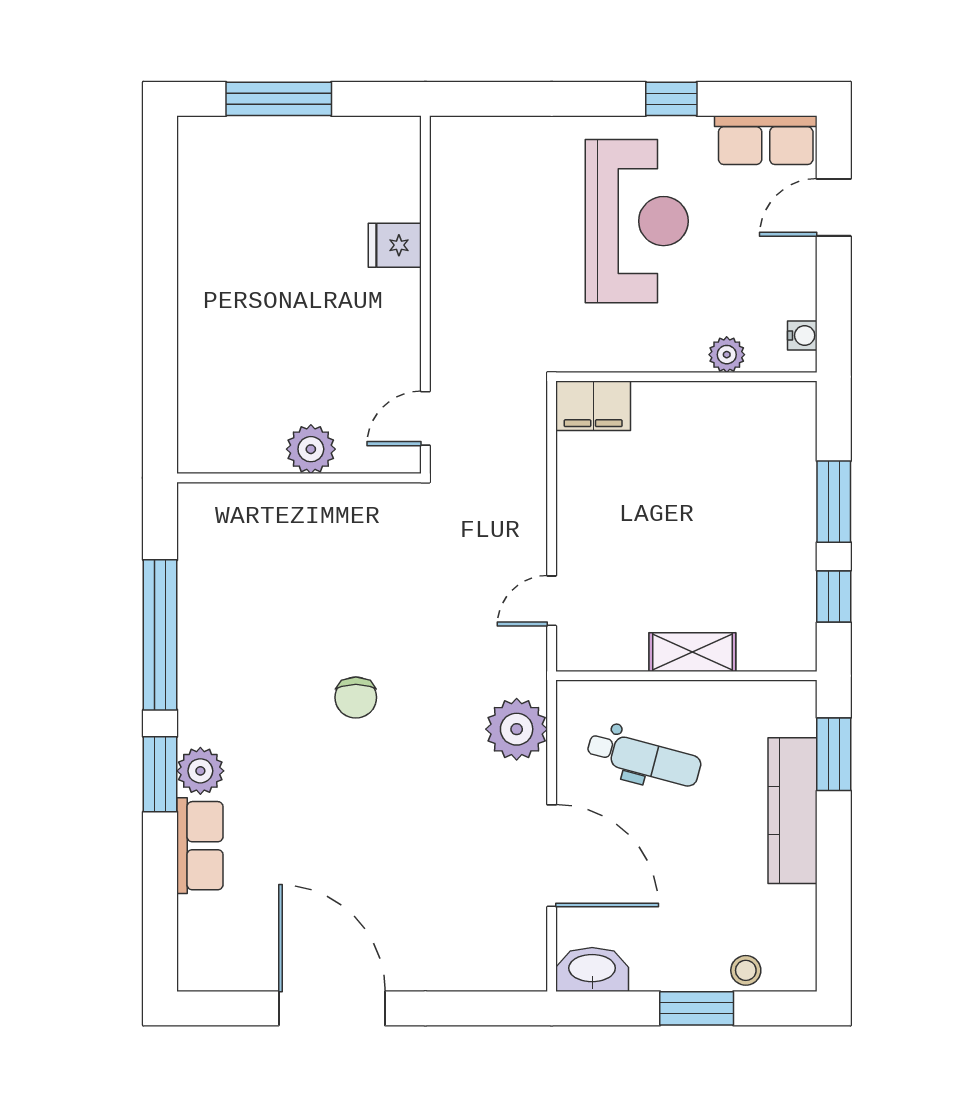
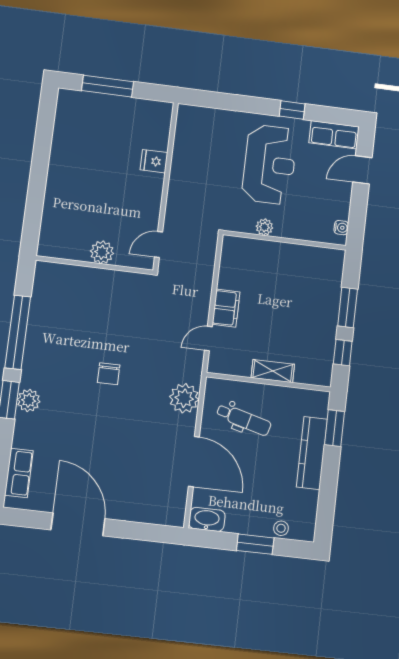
plant: (727, 355) -> (264, 227), moved
filing cabinet: (593, 406) -> (226, 308), moved, turned -90
row of seats: (200, 846) -> (19, 473), moved

